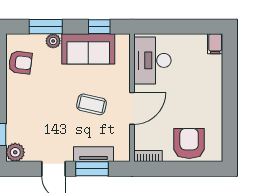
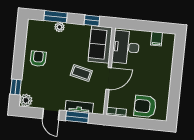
filing cabinet: (215, 44) -> (157, 39), moved
sofa: (88, 49) -> (100, 44), moved, turned 90
armchair: (20, 62) -> (38, 59), moved, turned -97
armchair: (189, 143) -> (145, 106), turned -90

